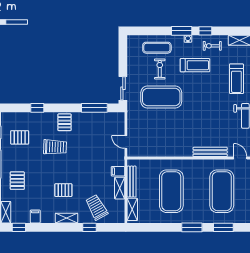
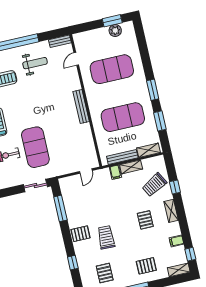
bench: (210, 152) -> (81, 106), moved
window: (223, 227) -> (160, 121), moved

